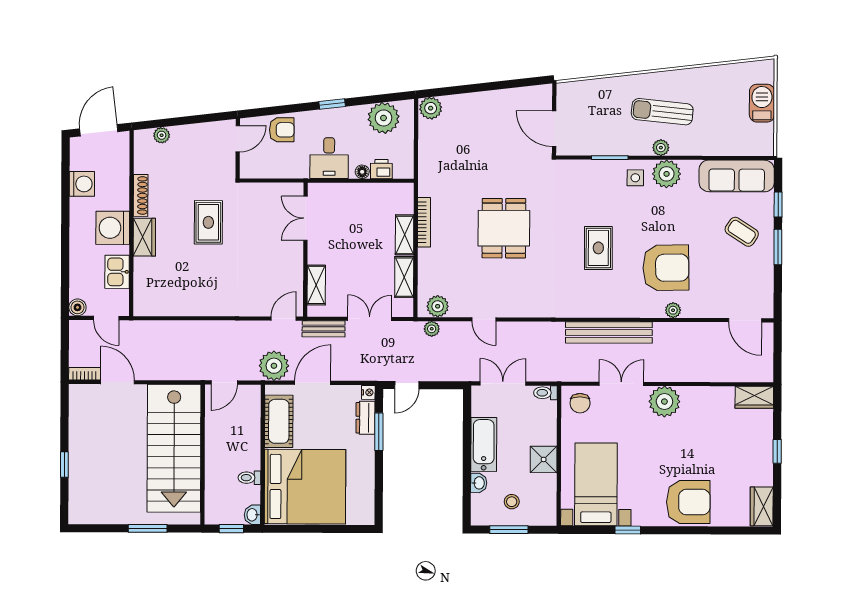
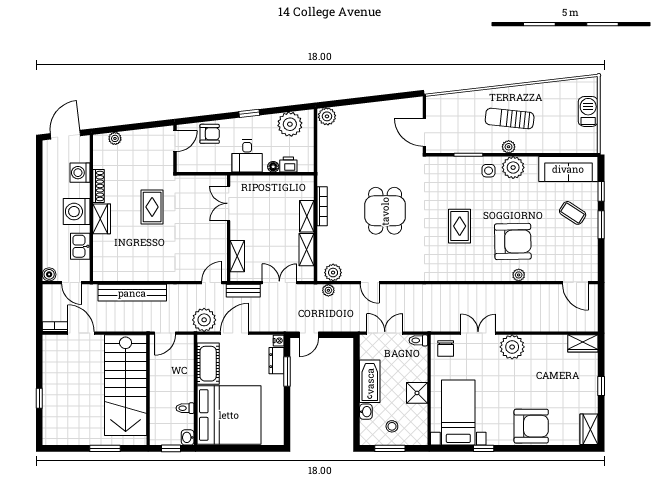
washing machine: (82, 184) -> (80, 173), moved, turned 180
bench: (609, 333) -> (132, 293), moved

